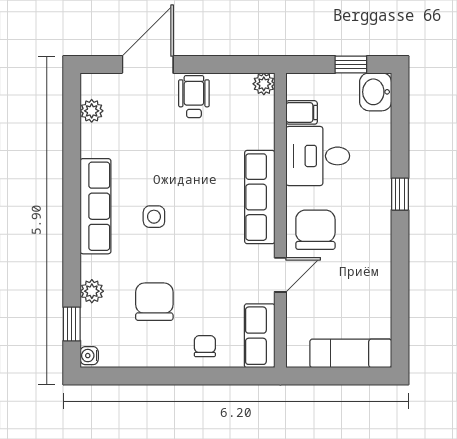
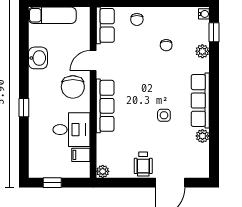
washbasin: (376, 92) -> (38, 58), moved
plant: (92, 111) -> (202, 136), moved
side table: (154, 217) -> (164, 115), moved
chair: (154, 302) -> (166, 45), width x0.54, depth x0.54

